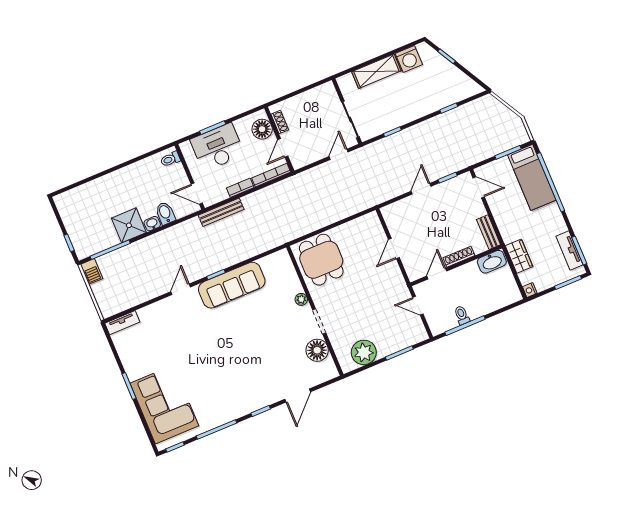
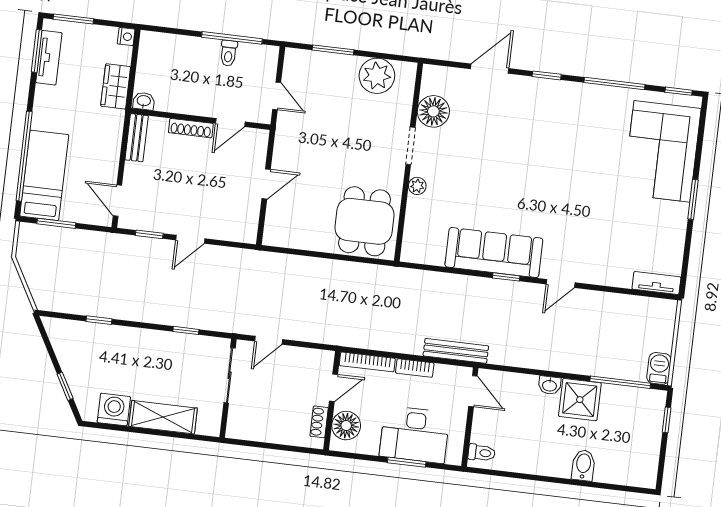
bidet: (165, 213) -> (583, 465), moved, turned 180
washbasin: (492, 262) -> (144, 101), width x0.52, depth x0.69

